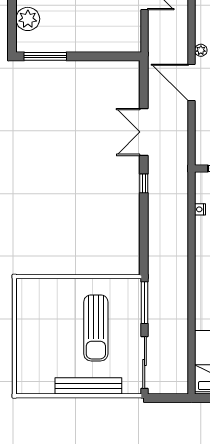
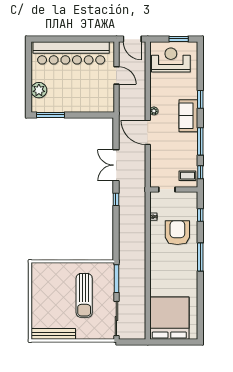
bench: (88, 386) -> (53, 334), moved

